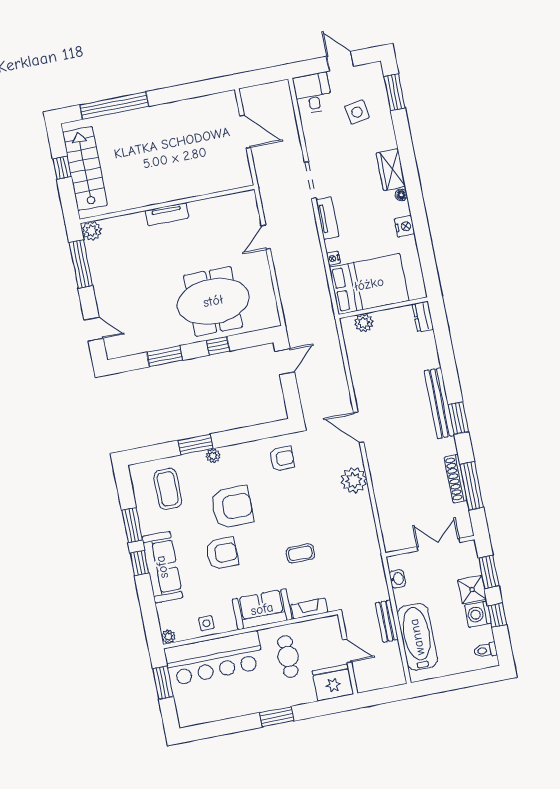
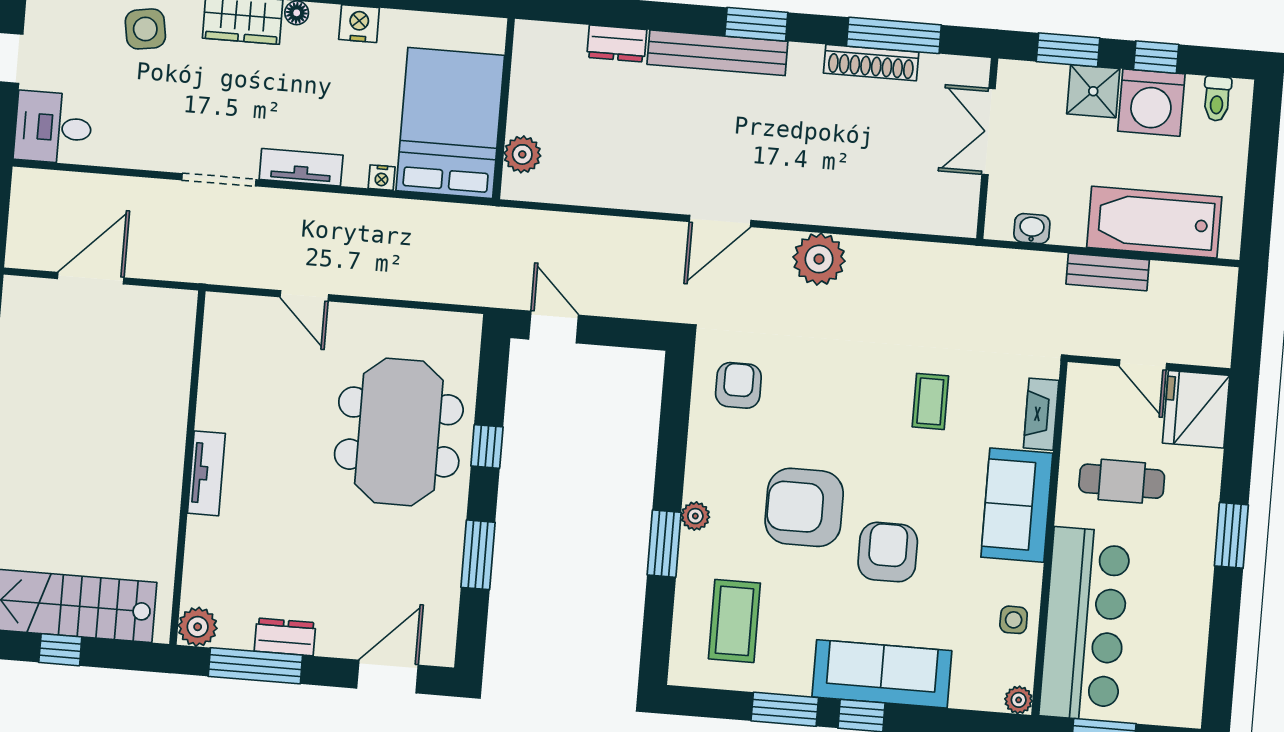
side table: (357, 112) -> (145, 29), moved
dresser: (99, 274) -> (285, 637), added
dresser: (423, 317) -> (617, 44), moved
door: (94, 329) -> (387, 677), width x1.37
coffee table: (168, 489) -> (734, 621), turned 90
armchair: (232, 507) -> (804, 507), turned -90
washing machine: (478, 614) -> (1151, 103), width x1.37, depth x1.37
door: (347, 651) -> (1143, 365), swing flipped

